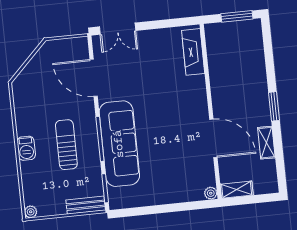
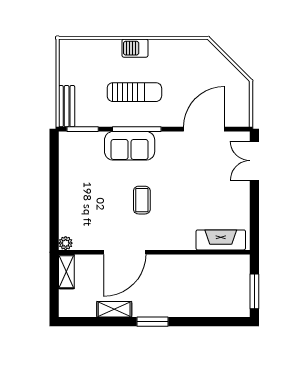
coffee table: (164, 128) -> (142, 200), added
sofa: (119, 144) -> (130, 146), width x0.54, depth x0.79
plant: (31, 212) -> (66, 46), removed

